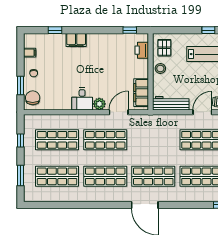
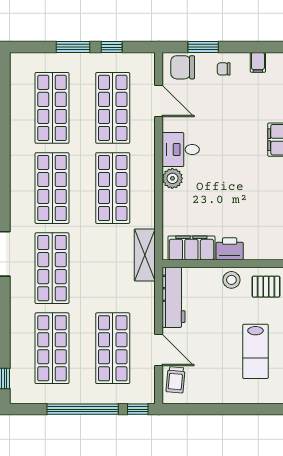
printer: (142, 50) -> (230, 249), moved
chair: (33, 98) -> (183, 67), turned 180
door: (119, 112) -> (159, 101), moved
shelving: (145, 121) -> (145, 255), added
window: (20, 175) -> (73, 47), moved

